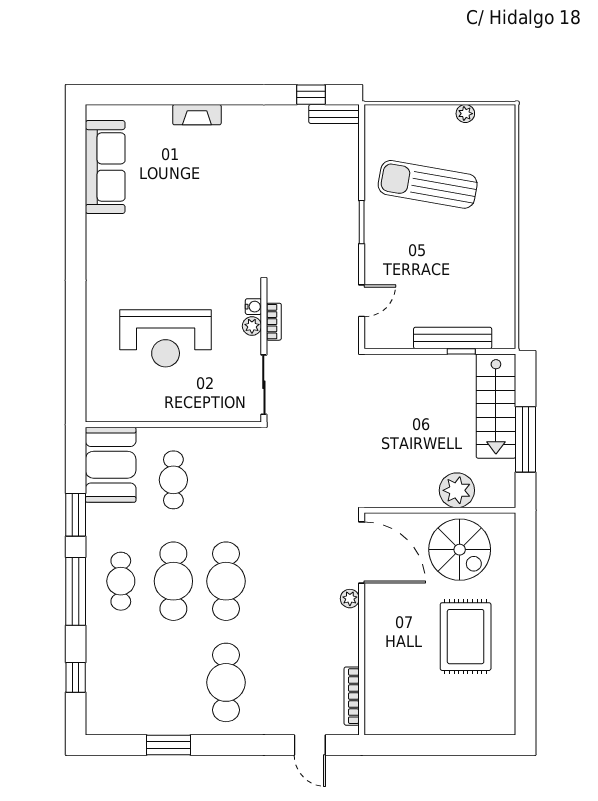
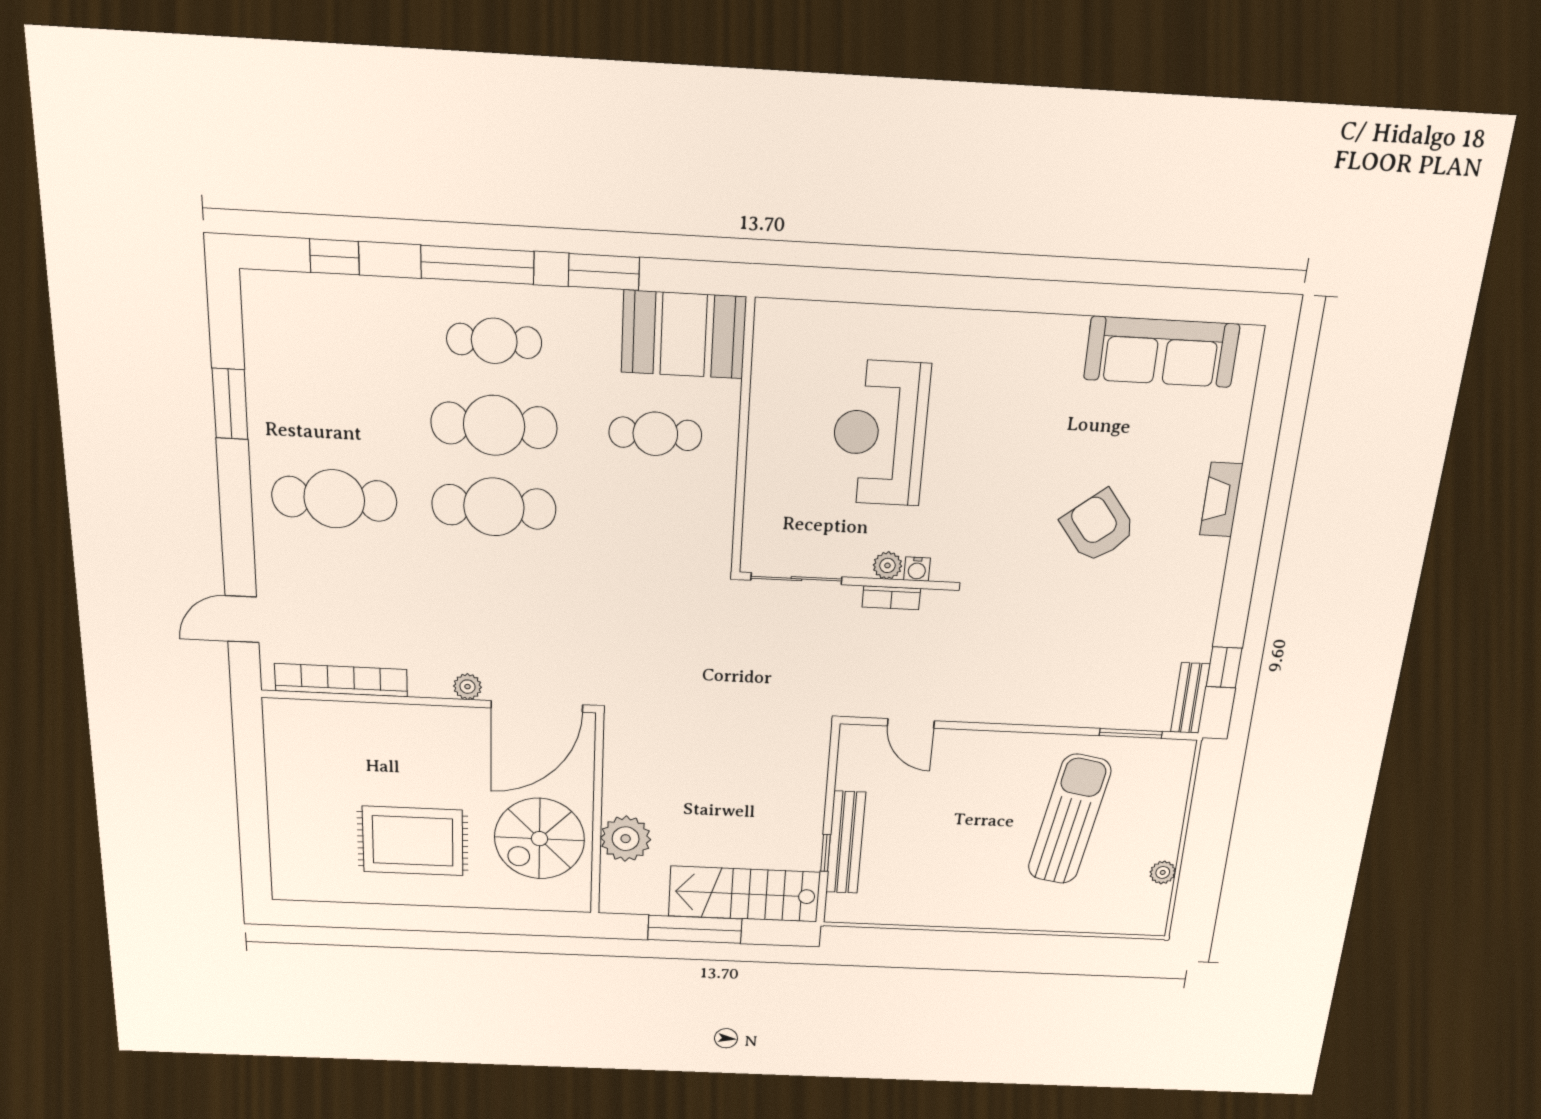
armchair: (219, 192) -> (1098, 526), added
window: (362, 222) -> (1131, 733), moved
bookcase: (352, 696) -> (341, 680), width x1.48, depth x1.31

